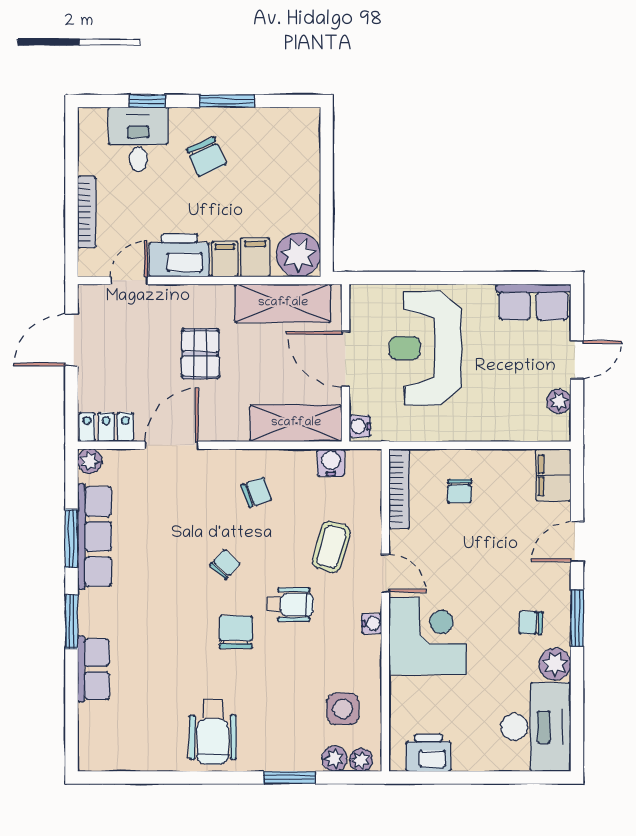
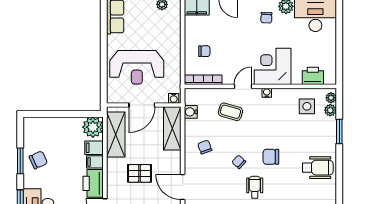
chair: (206, 157) -> (38, 160), moved
wheelchair: (290, 605) -> (255, 187), moved
printer: (428, 753) -> (313, 76), moved, turned 90

